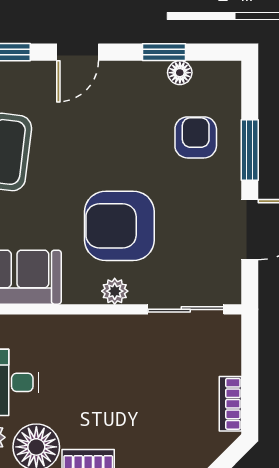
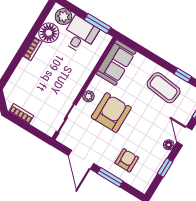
floor lamp: (180, 73) -> (169, 145), moved
armchair: (196, 137) -> (127, 160), turned -90

